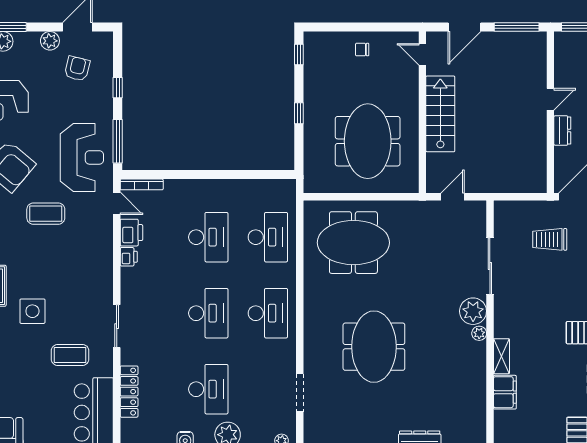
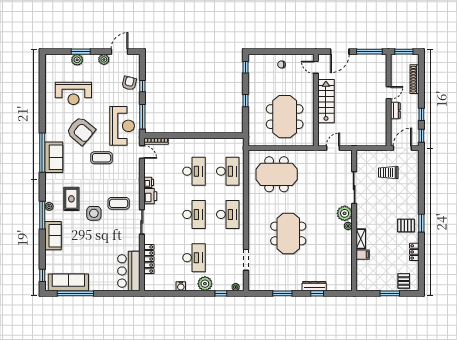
armchair: (77, 69) -> (129, 83), moved
printer: (131, 233) -> (150, 196), moved
coffee table: (70, 355) -> (119, 203), moved
filing cabinet: (505, 392) -> (363, 255), width x0.50

